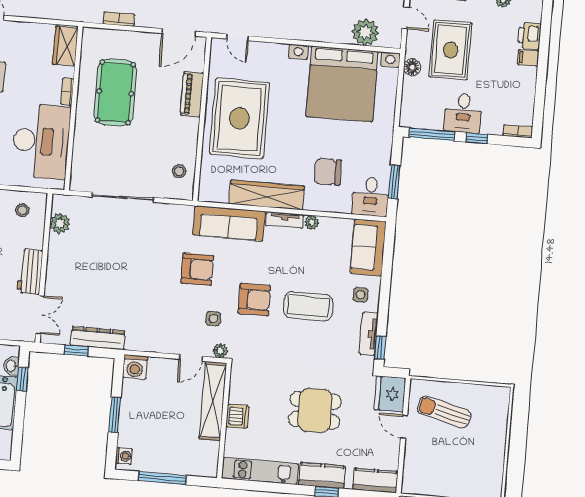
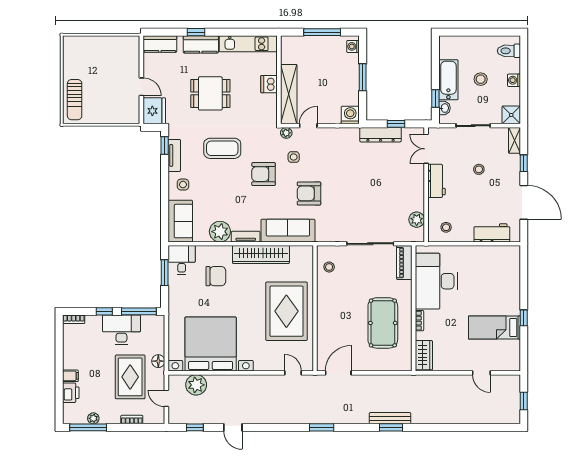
bookcase: (119, 19) -> (385, 379), removed
piano: (192, 94) -> (404, 263), moved, turned 180
desk: (463, 113) -> (121, 330), width x1.37
plant: (312, 223) -> (220, 232), width x1.88, depth x1.88
coffee table: (308, 306) -> (222, 148), moved
sun lounger: (444, 412) -> (75, 100), moved, turned 76

